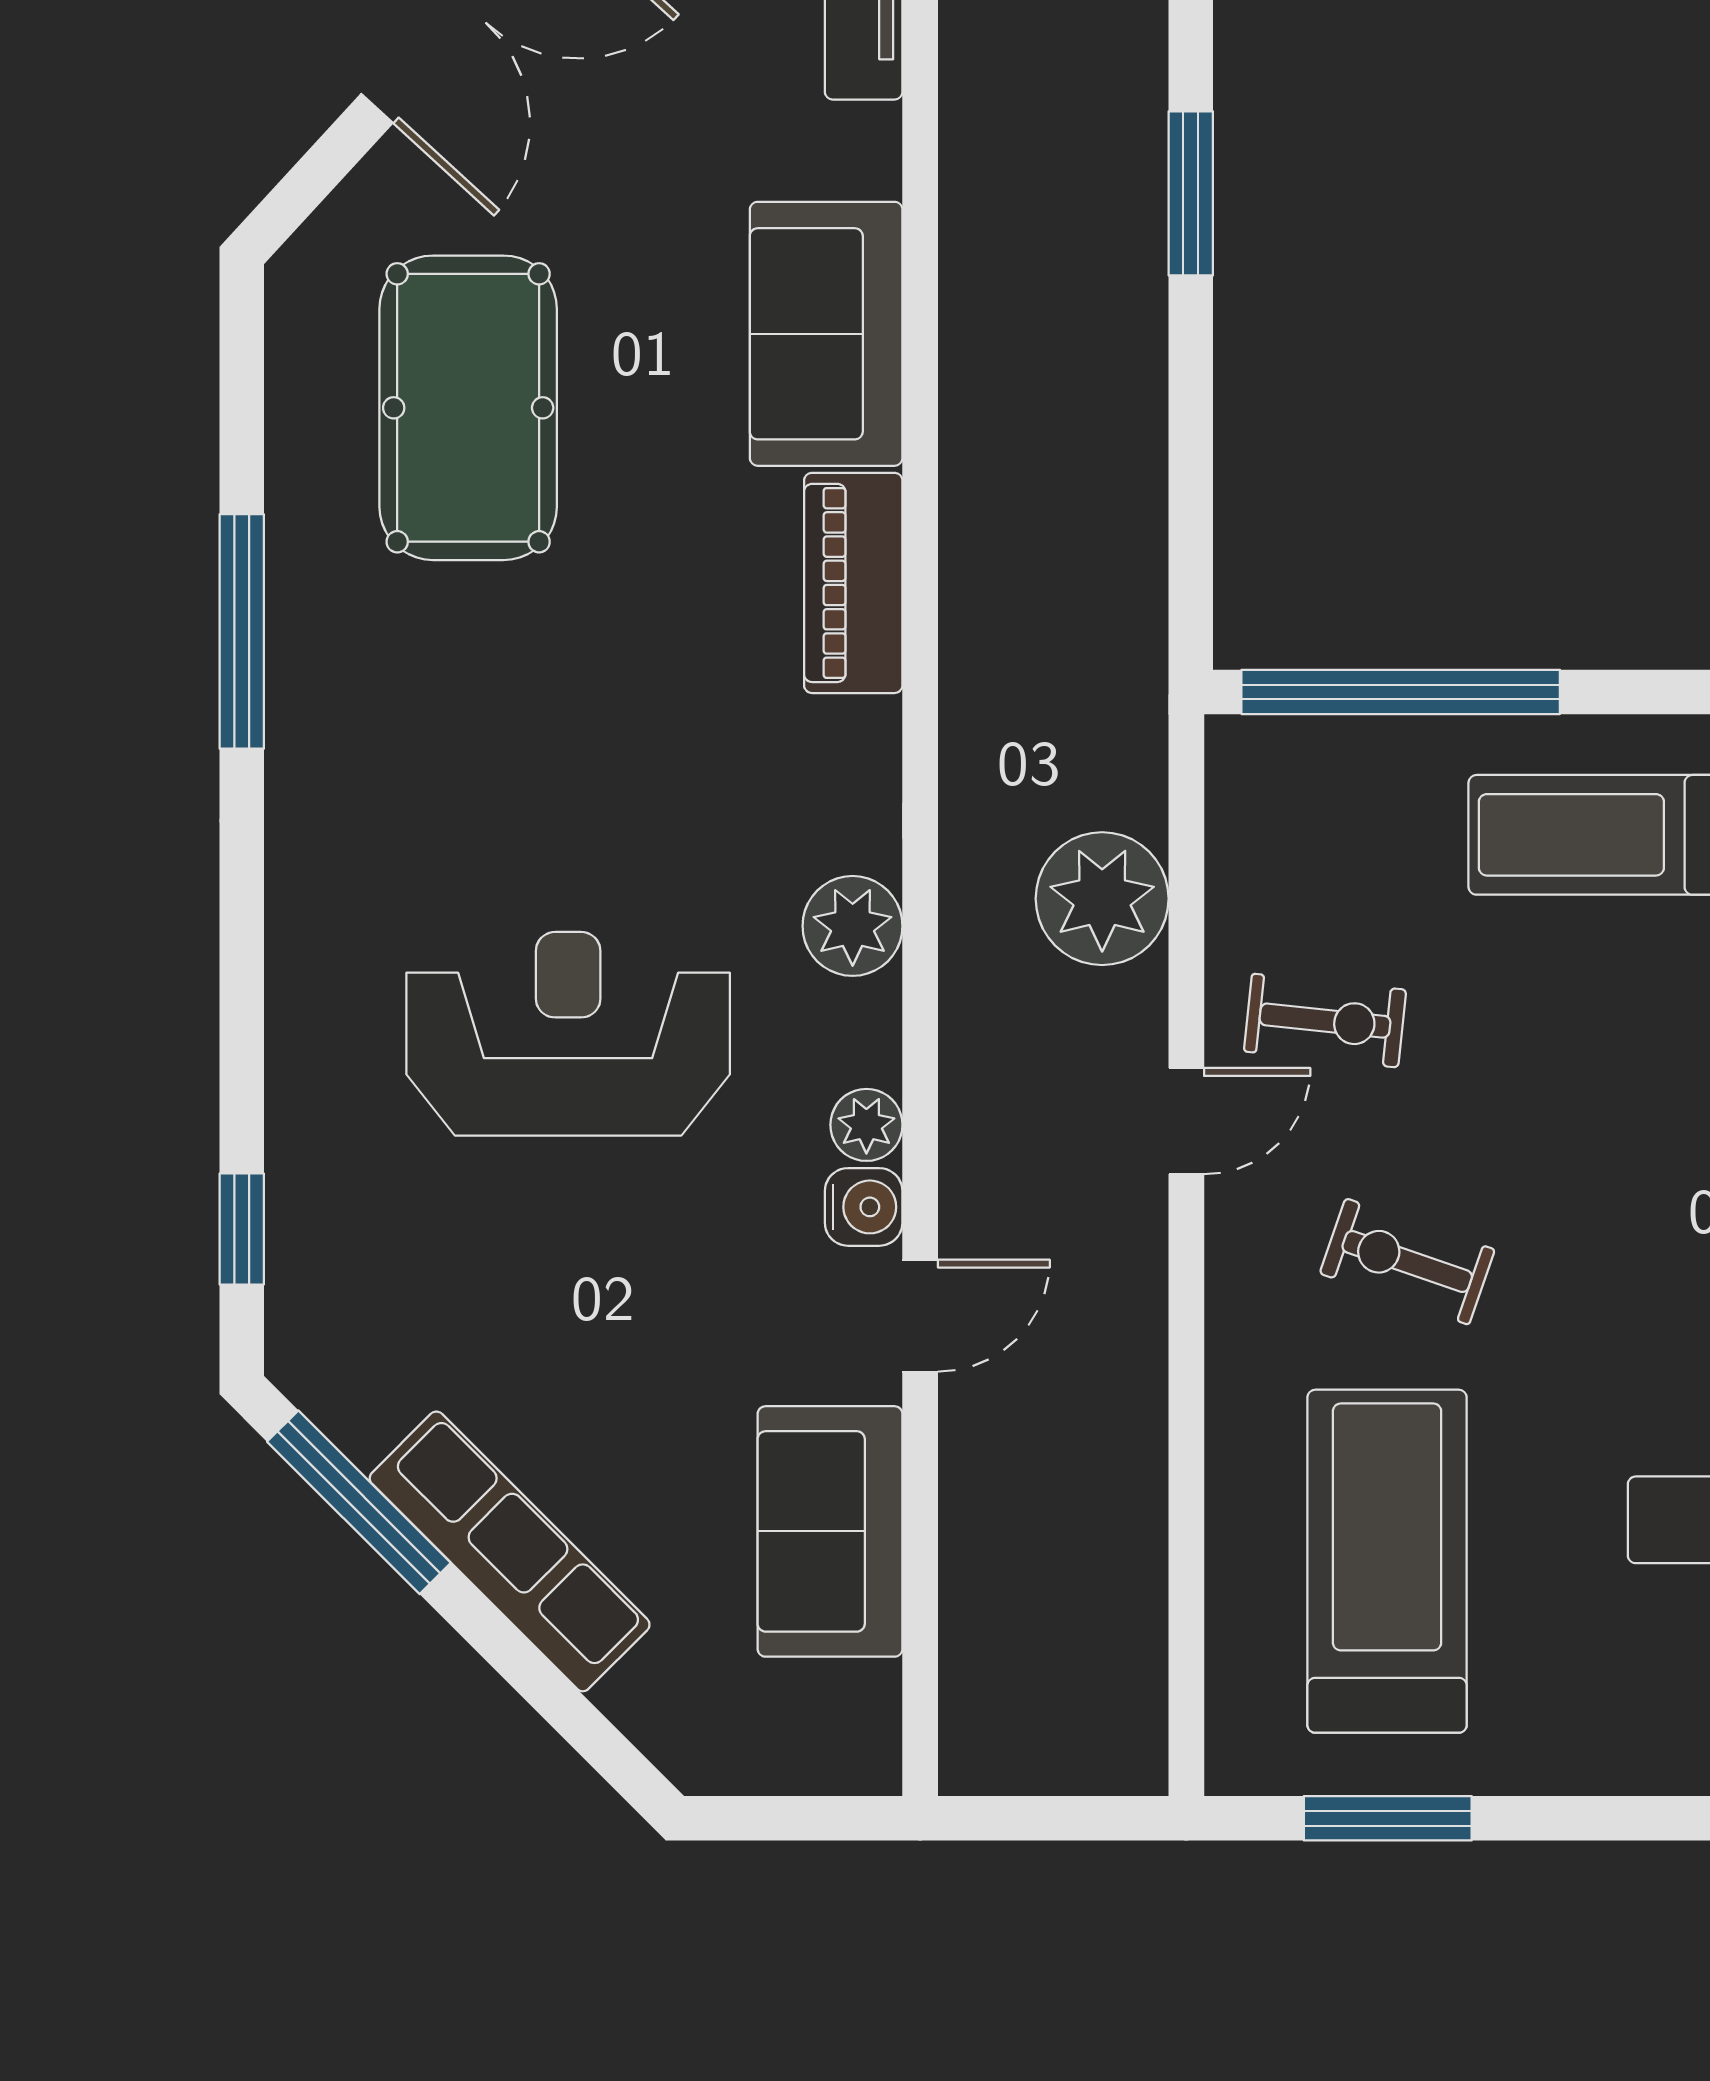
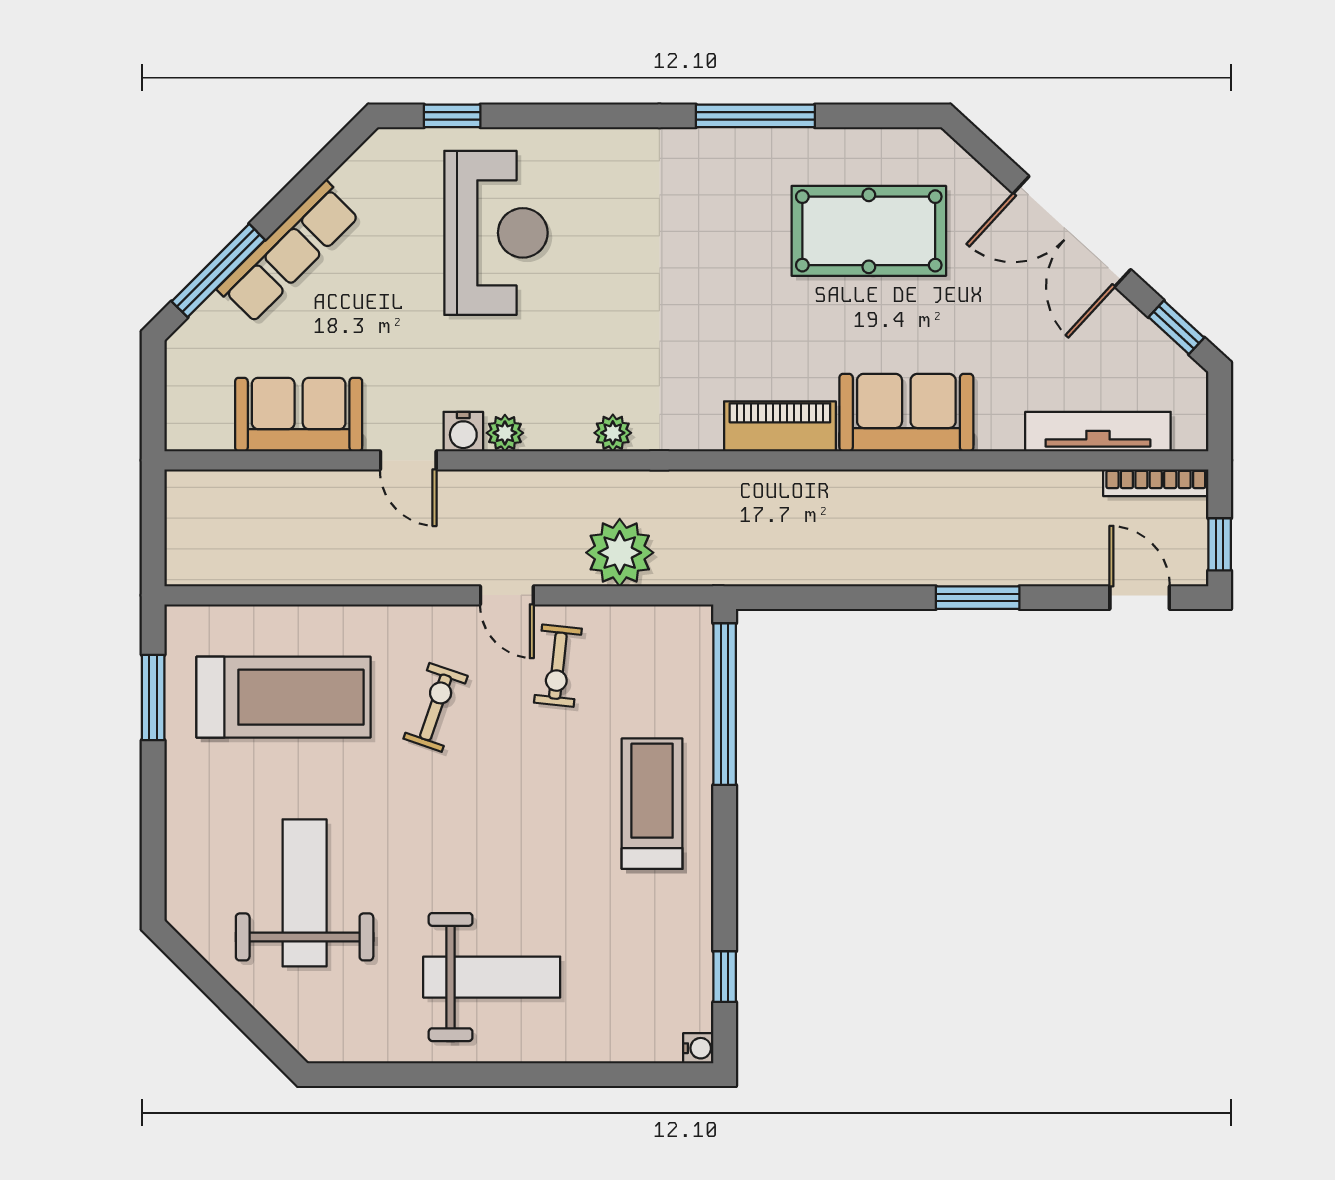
plant: (853, 926) -> (613, 433), width x0.73, depth x0.73
reception desk: (568, 1034) -> (496, 233), moved
window: (359, 1502) -> (218, 271), moved

